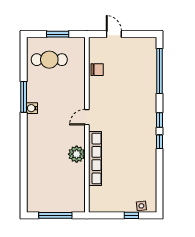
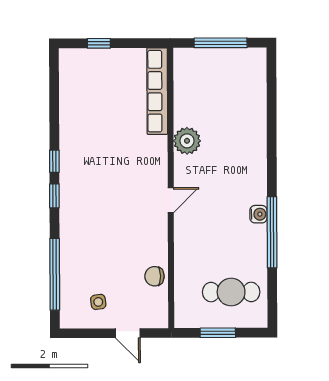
window: (24, 97) -> (272, 232), width x1.46
row of seats: (95, 159) -> (157, 91), moved
side table: (141, 206) -> (98, 302), moved

